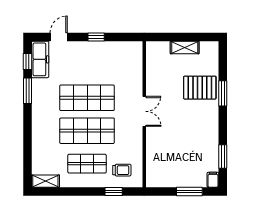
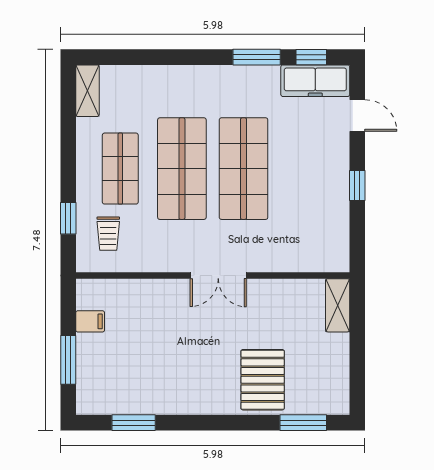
shelving: (185, 47) -> (338, 305), moved
window: (223, 93) -> (303, 423), moved
filing cabinet: (213, 180) -> (90, 321), moved

